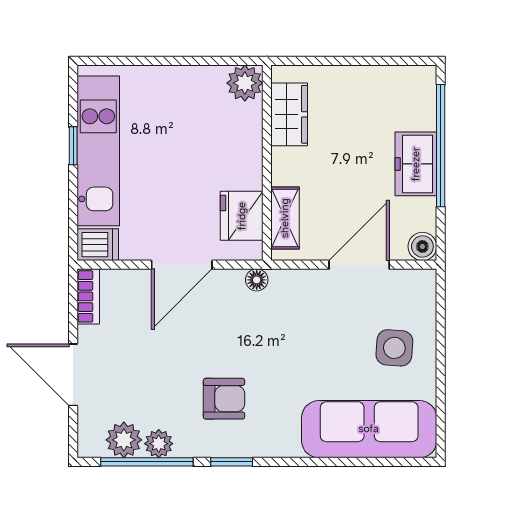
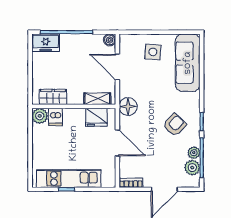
freezer: (416, 164) -> (46, 43), moved
dishwasher: (98, 245) -> (55, 117), moved, turned 180
floor lamp: (257, 280) -> (128, 107), width x1.89, depth x1.89
armchair: (224, 399) -> (175, 125), turned 43

